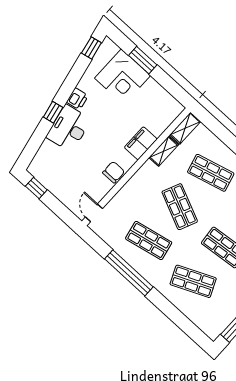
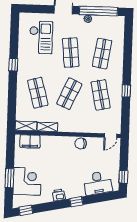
desk: (69, 128) -> (98, 183), moved
filing cabinet: (141, 143) -> (30, 141), moved
window: (129, 273) -> (126, 91), width x0.32
shop shelf: (193, 281) -> (102, 54), turned 33

